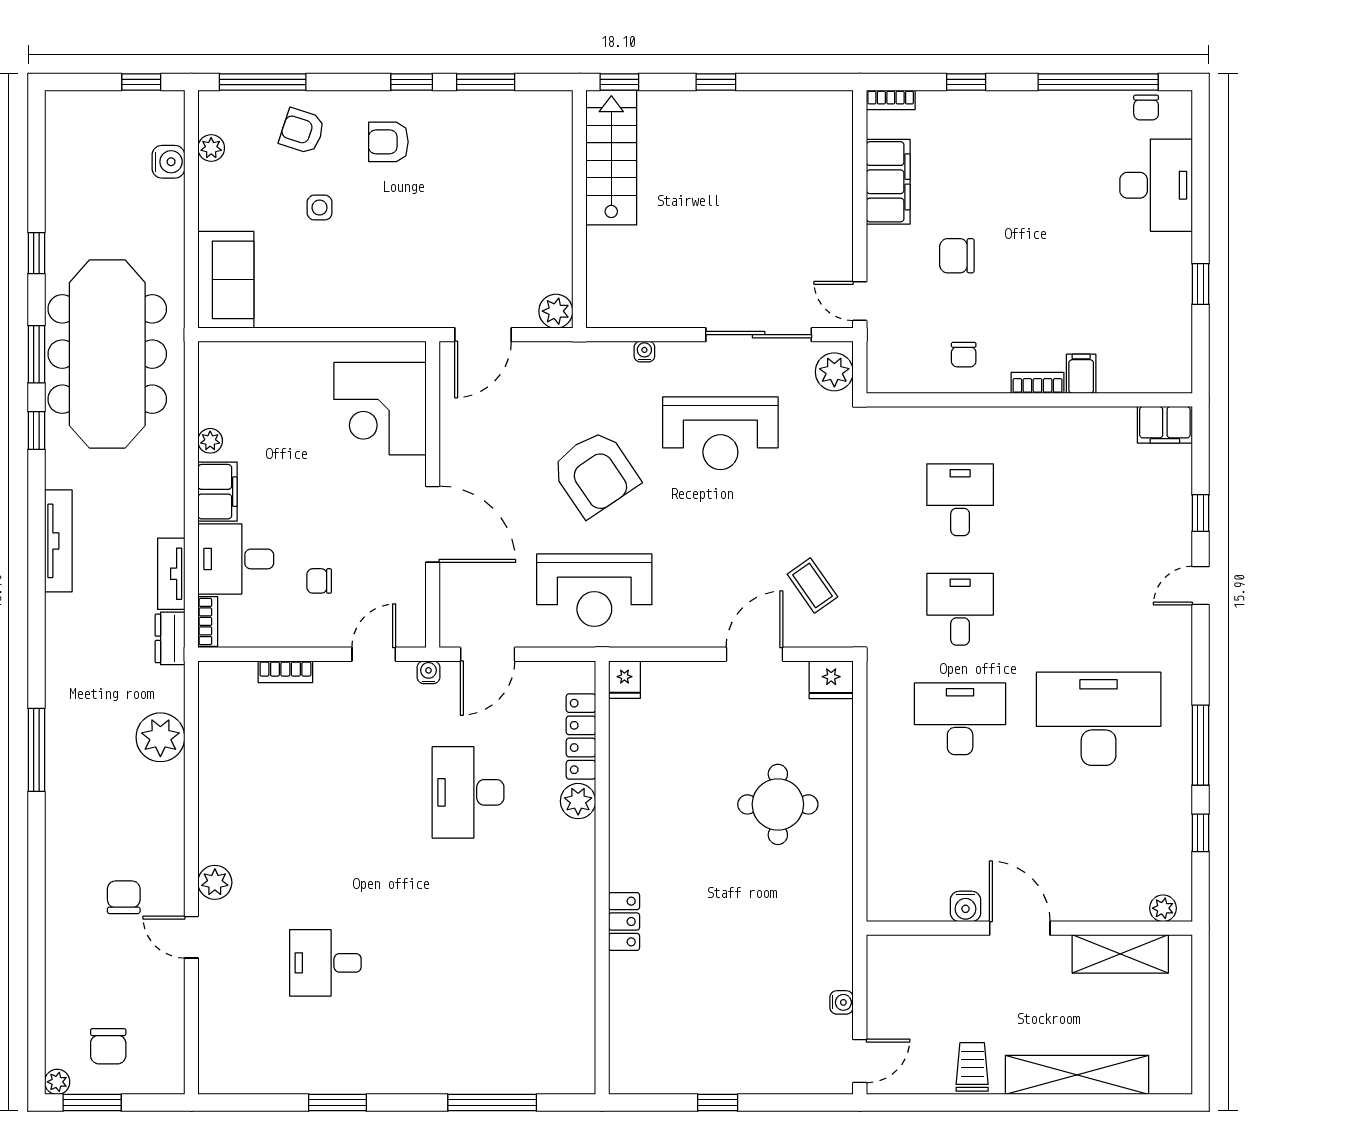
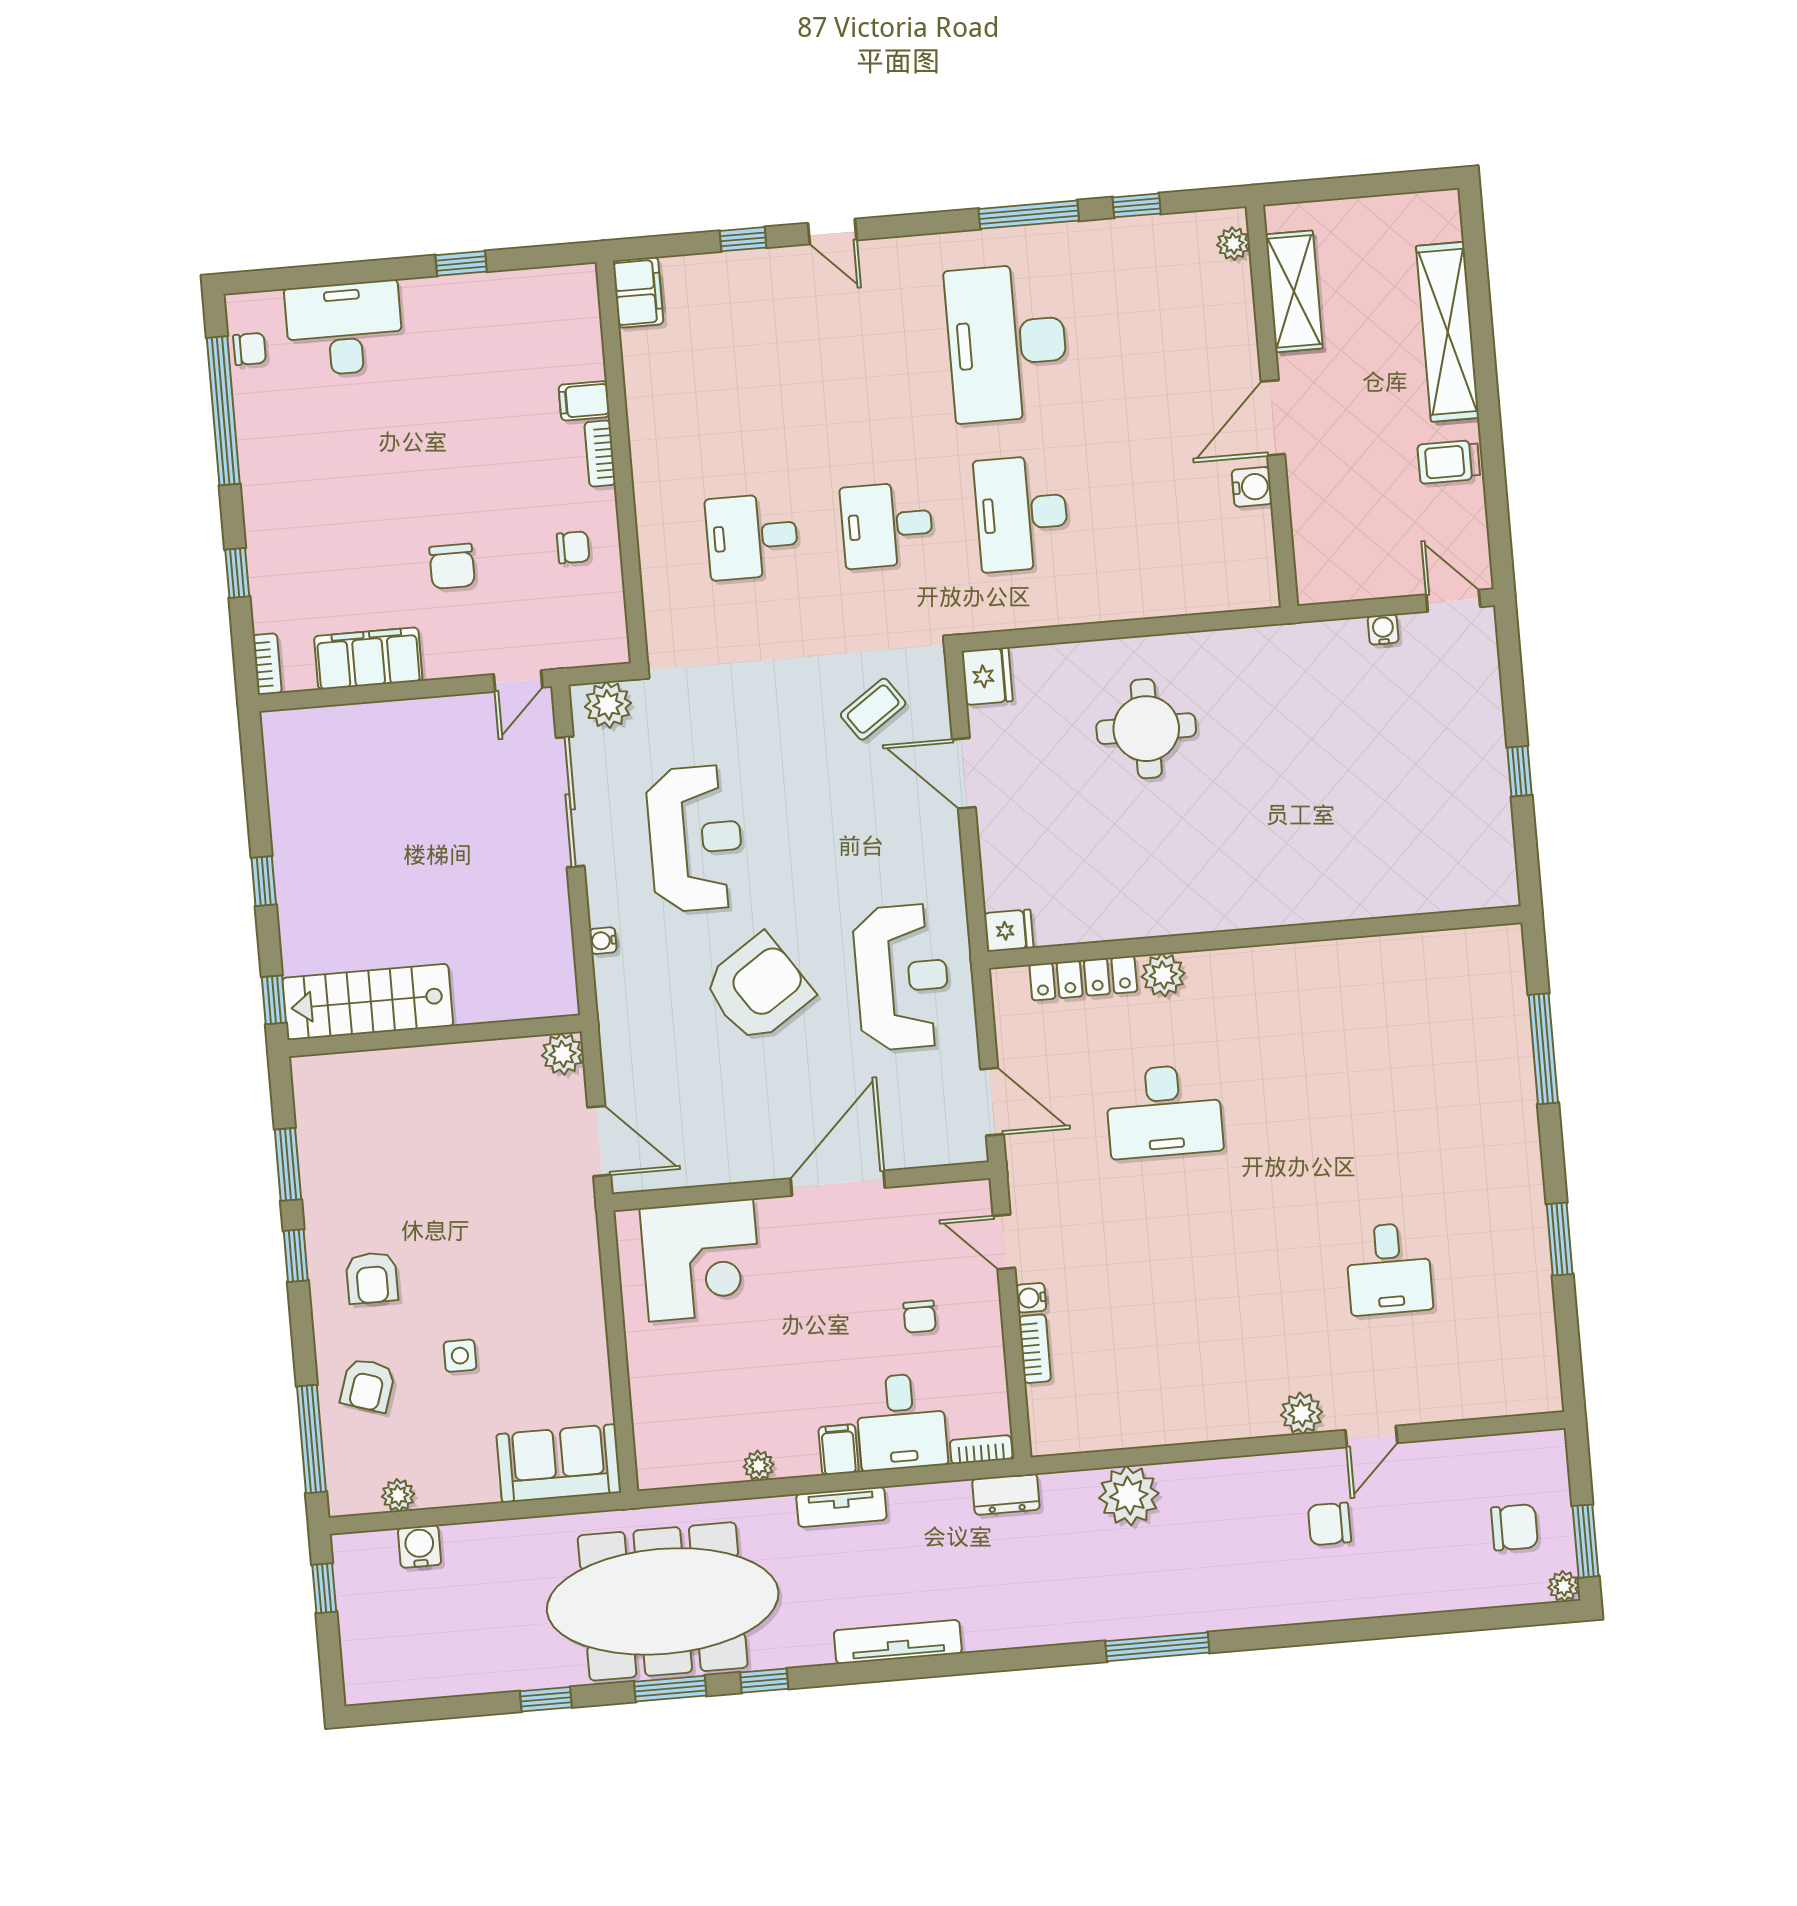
filing cabinet: (218, 492) -> (839, 1450), width x0.50
tv unit: (171, 574) -> (841, 1507), moved
water cooler: (428, 672) -> (1031, 1298), moved
locker: (624, 922) -> (1307, 905), removed

